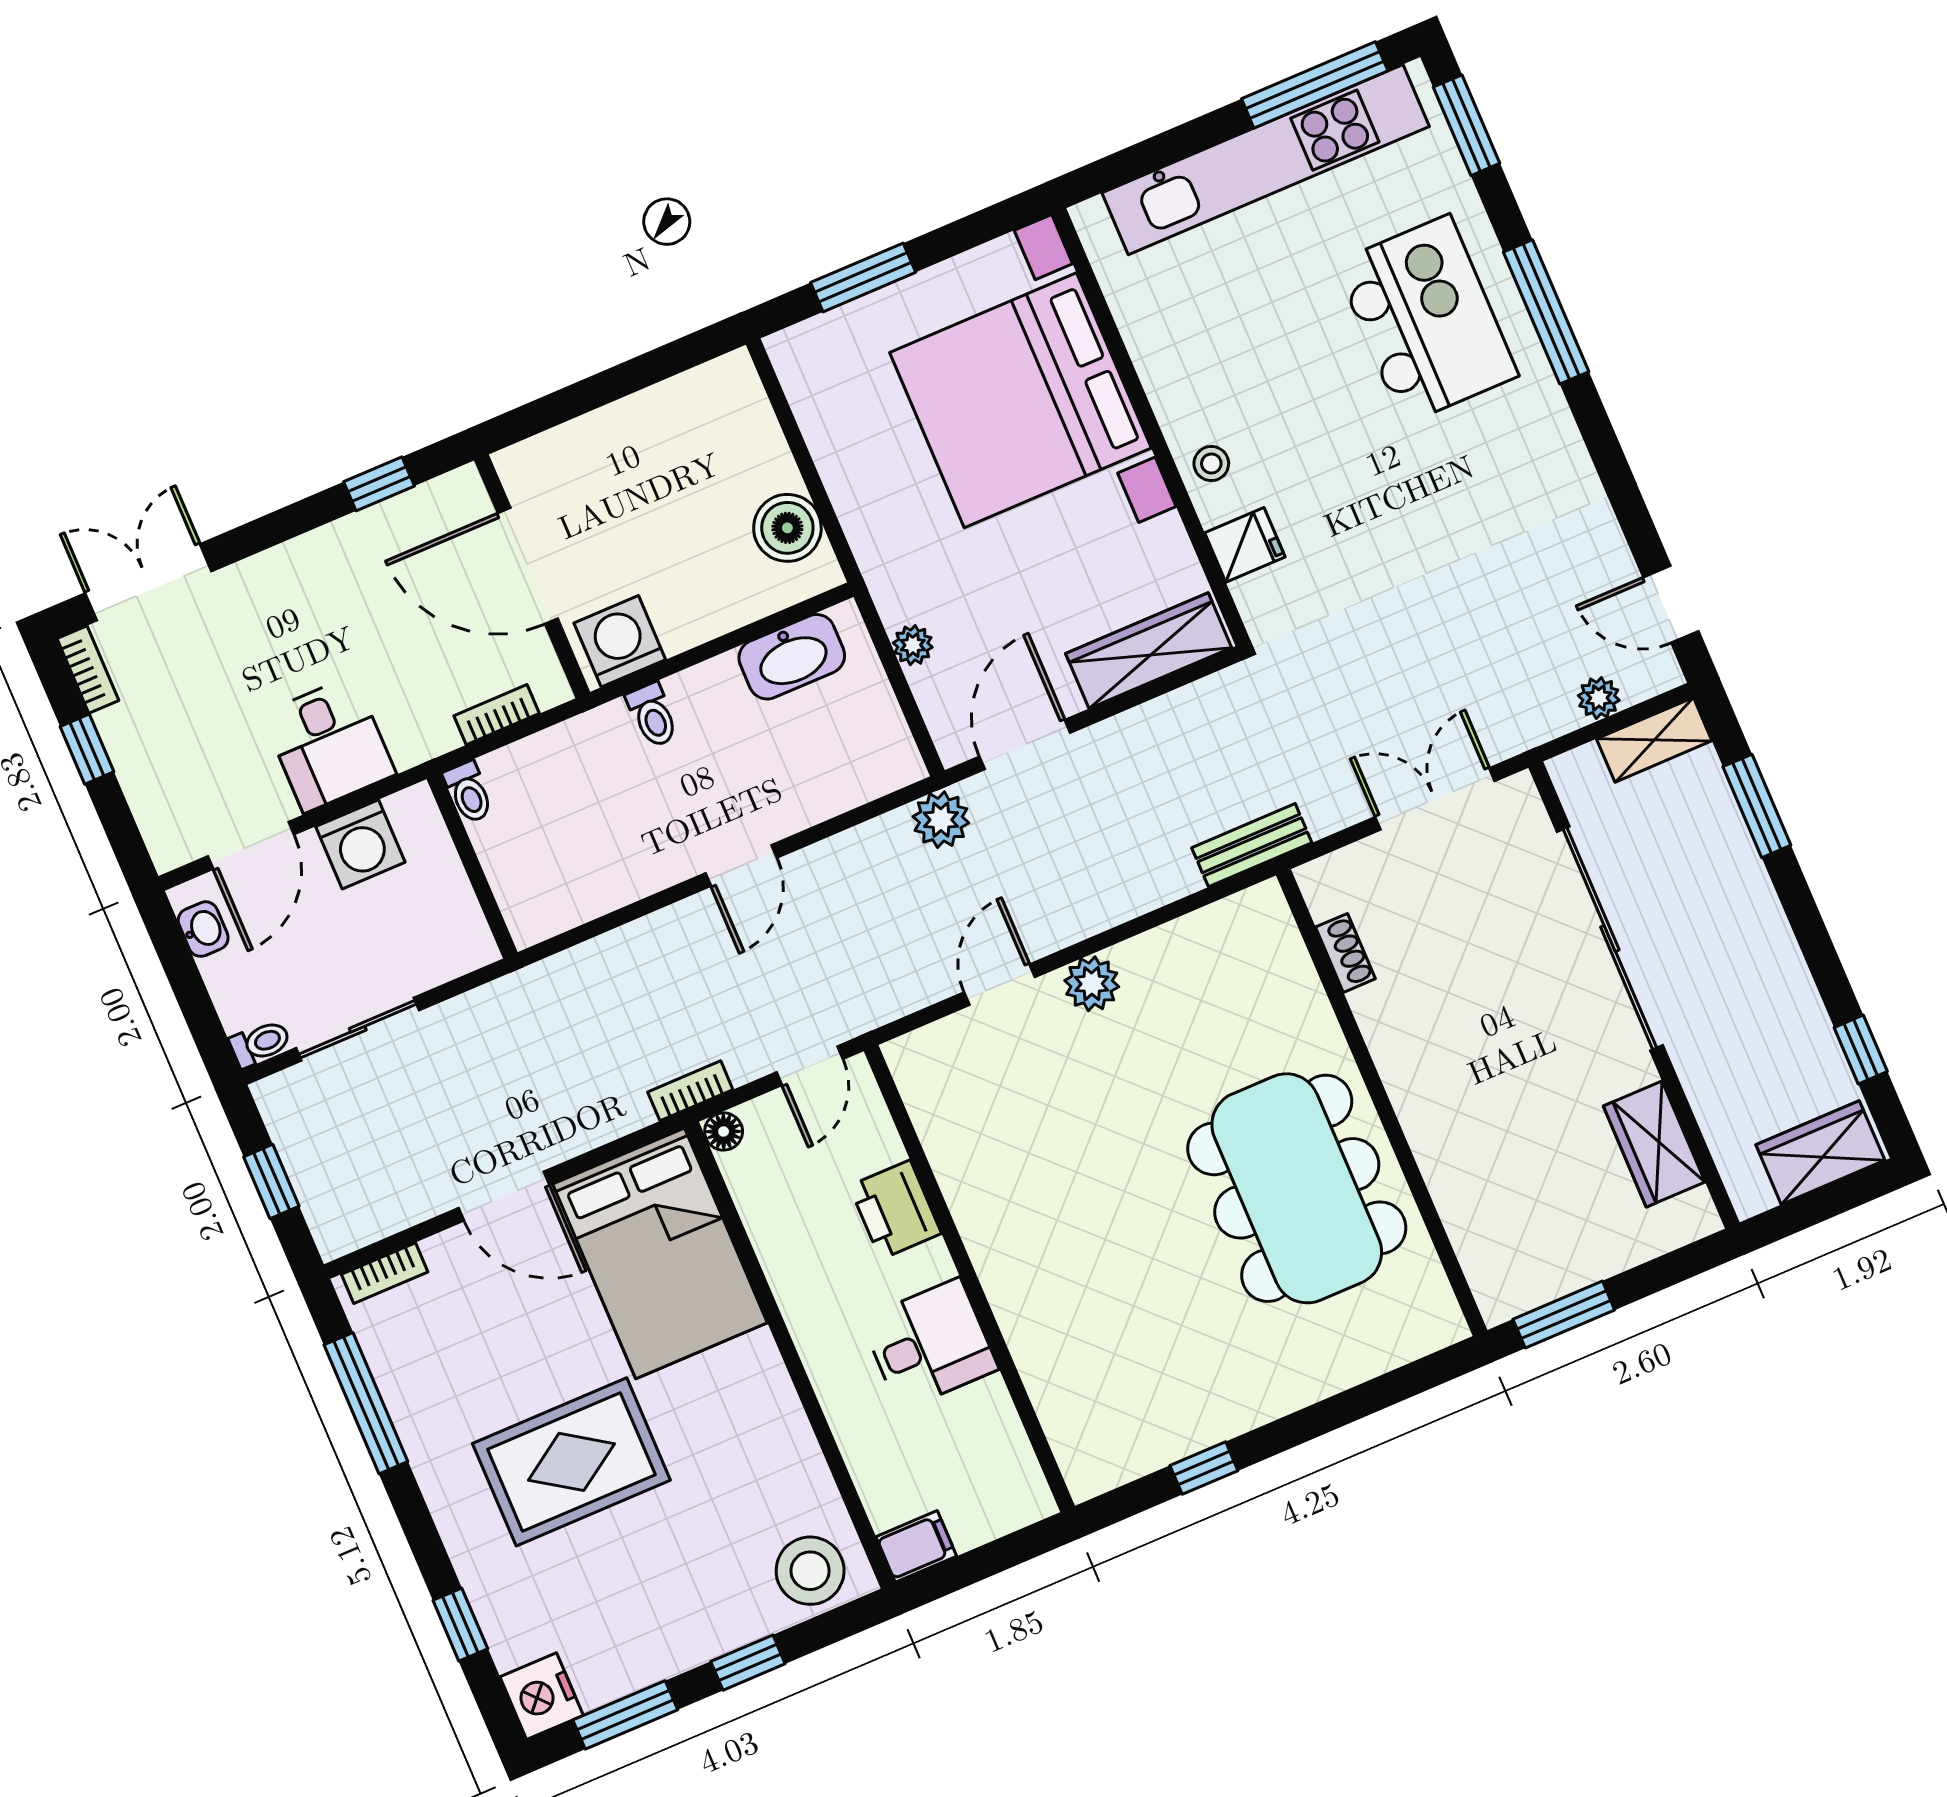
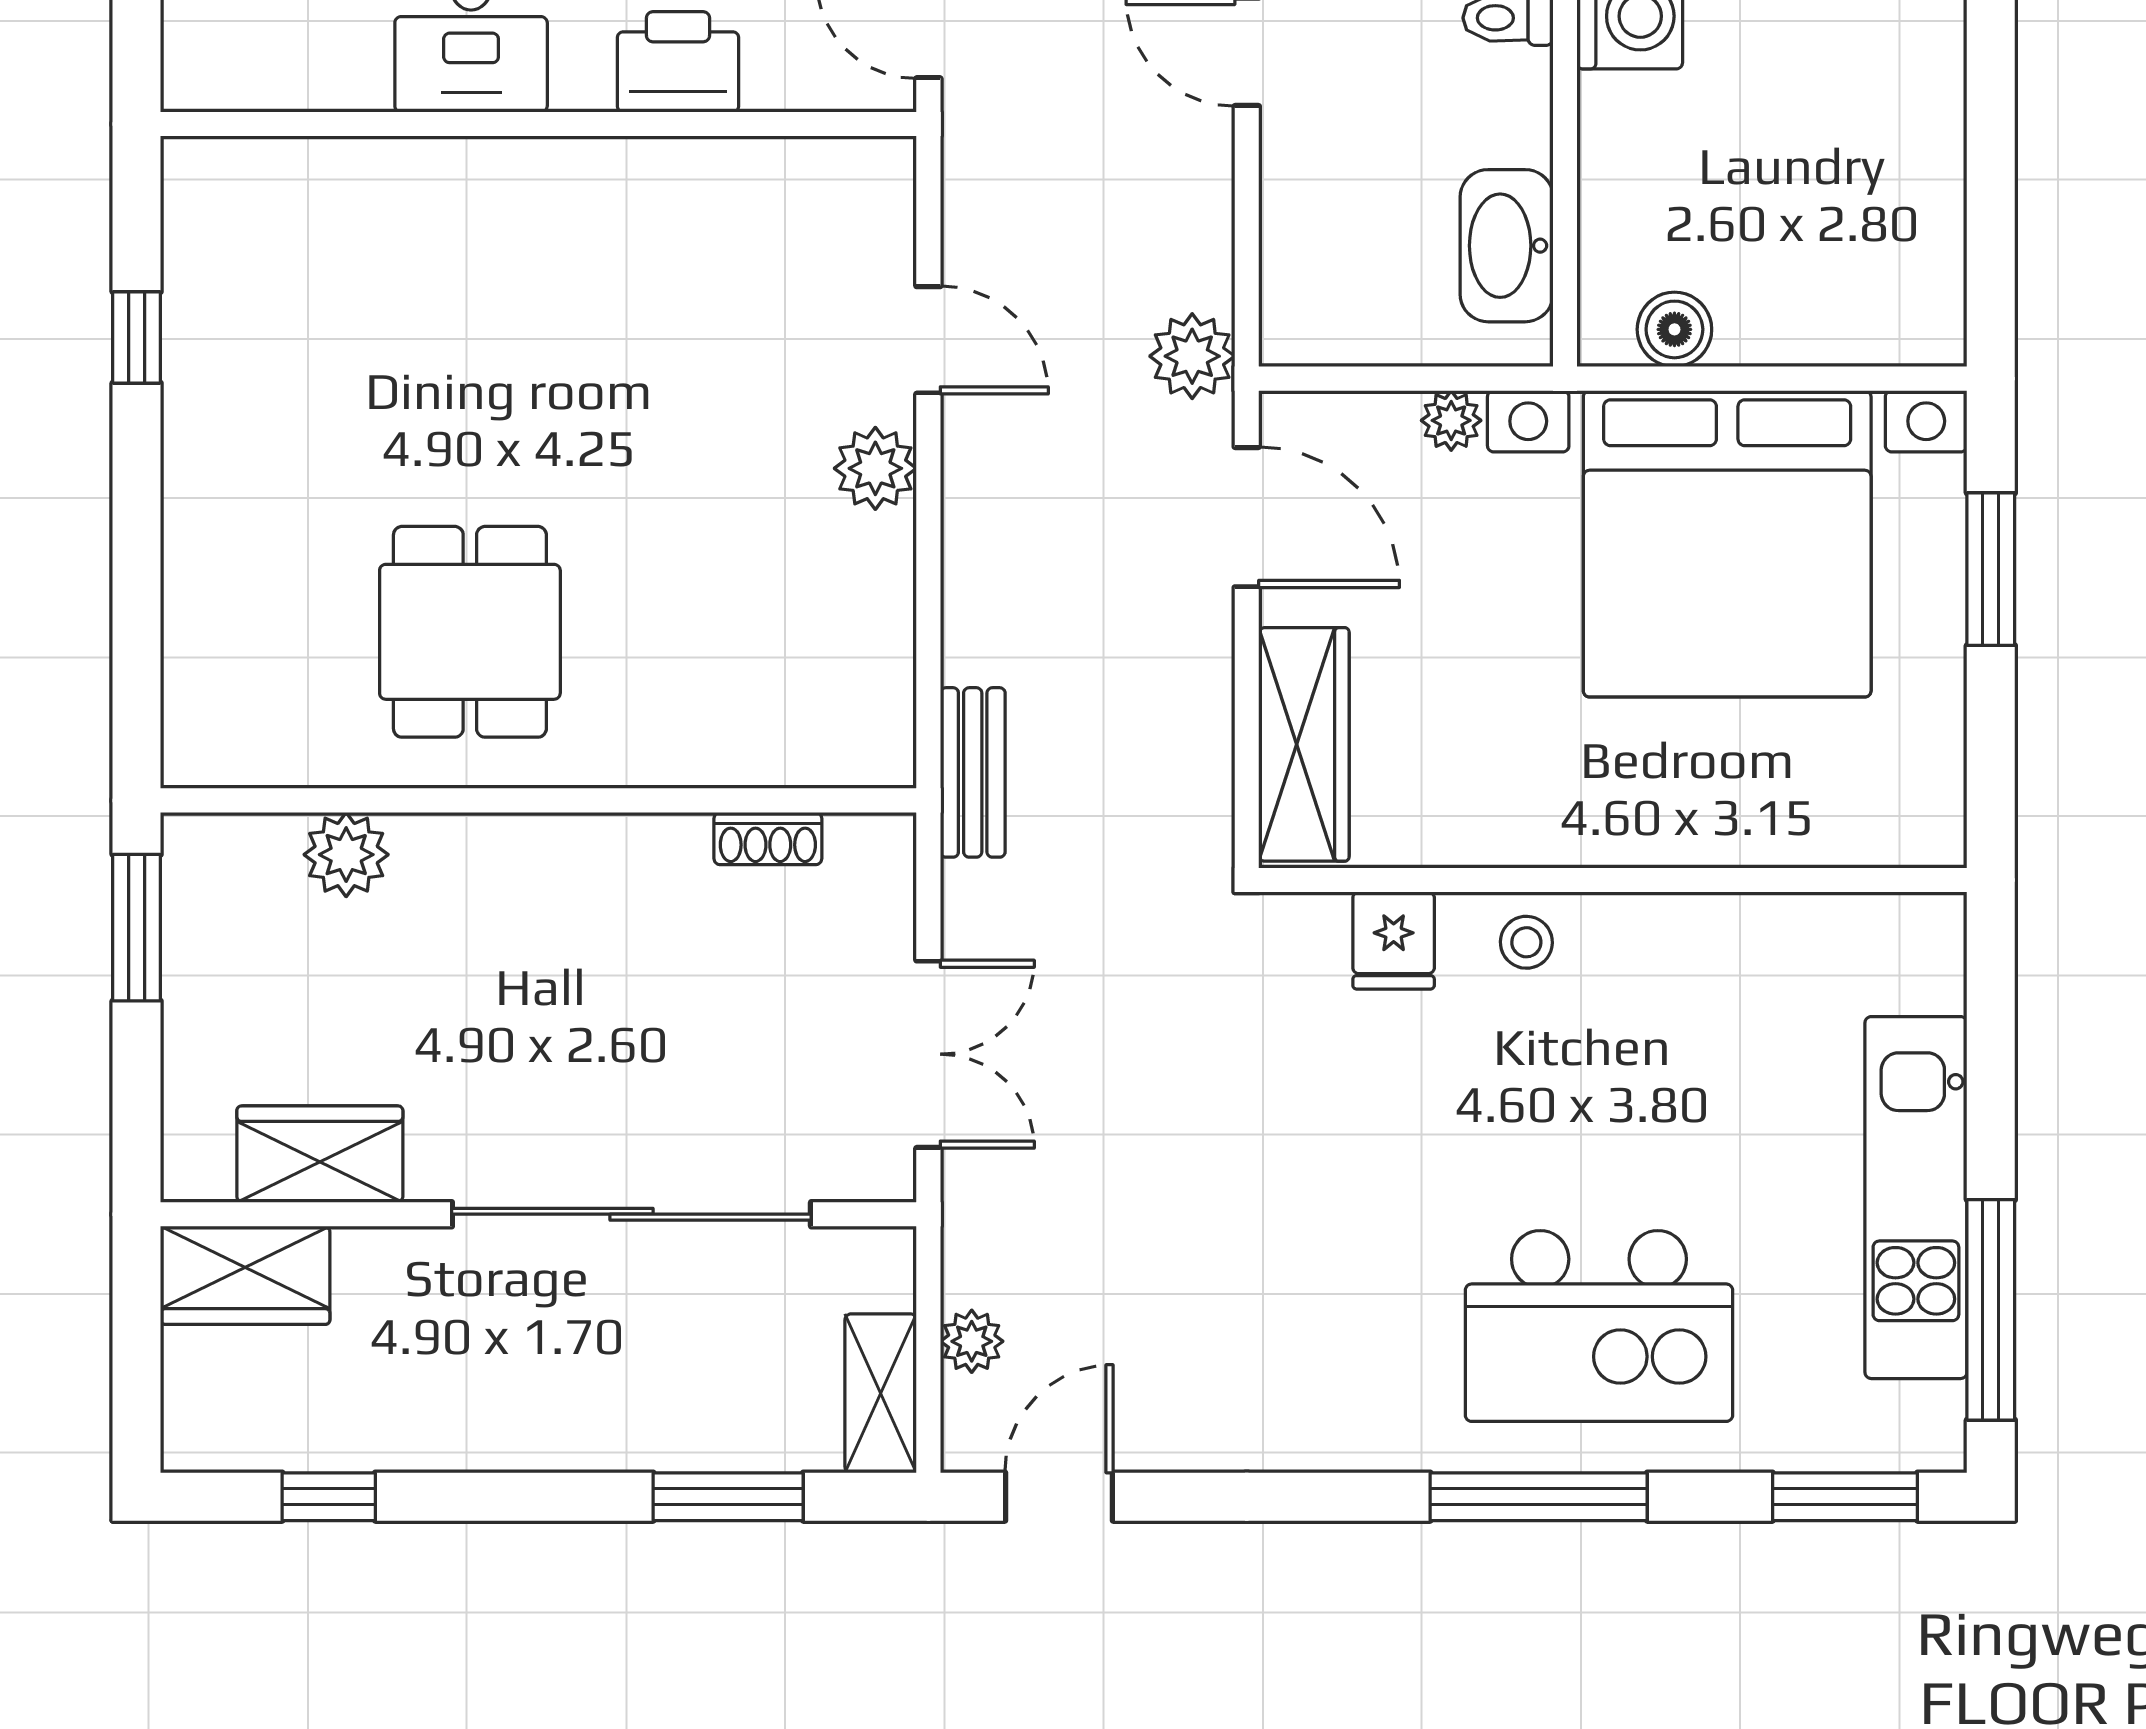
kitchen unit: (1266, 160) -> (1916, 1198), width x0.73
bed with nightstands: (1020, 400) -> (1727, 544), moved, turned 180
boiler: (787, 528) -> (1674, 329), width x0.73, depth x0.73
wardrobe: (1820, 1153) -> (245, 1275), moved, turned 90
dining table: (1297, 1188) -> (470, 632), width x0.53, depth x0.80
plant: (1465, 1206) -> (346, 855), added

